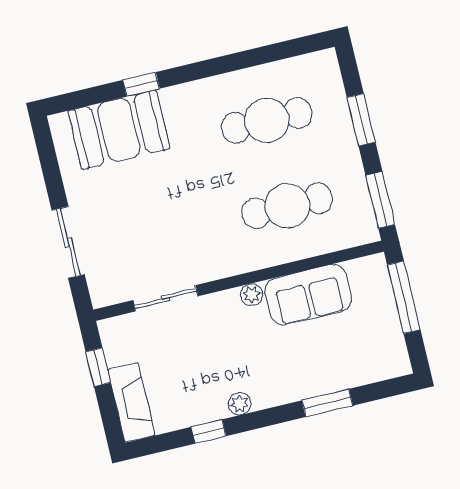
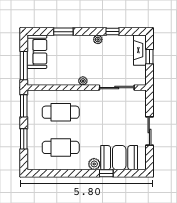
plant: (176, 100) -> (94, 164), added
sliding door: (68, 242) -> (149, 131), moved
sofa: (308, 295) -> (37, 52), moved, turned 90
sliding door: (166, 298) -> (117, 88), width x1.37
window: (98, 367) -> (149, 57), moved

